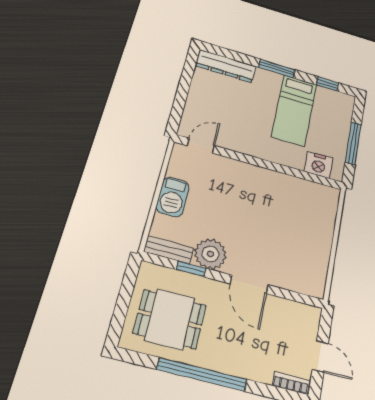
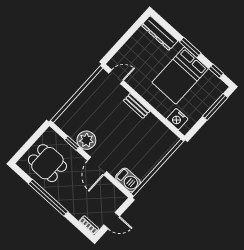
bed: (294, 110) -> (180, 75), width x1.50
window: (353, 143) -> (215, 107), moved
barbecue: (173, 197) -> (128, 180), moved, turned -90
bench: (169, 250) -> (137, 106), moved
door: (320, 357) -> (112, 221), hinge flipped

